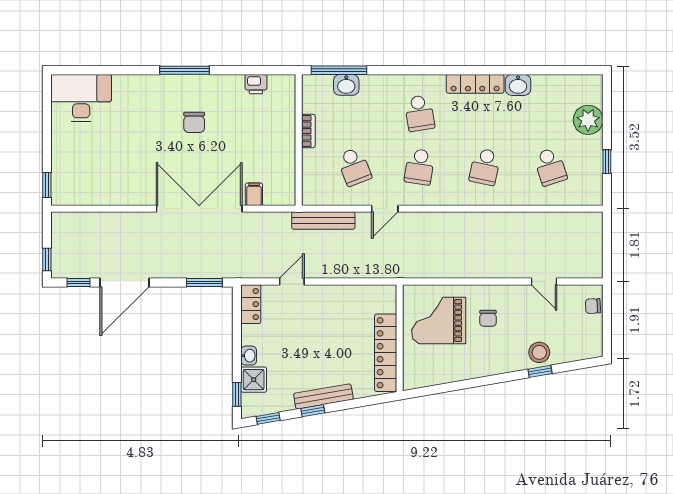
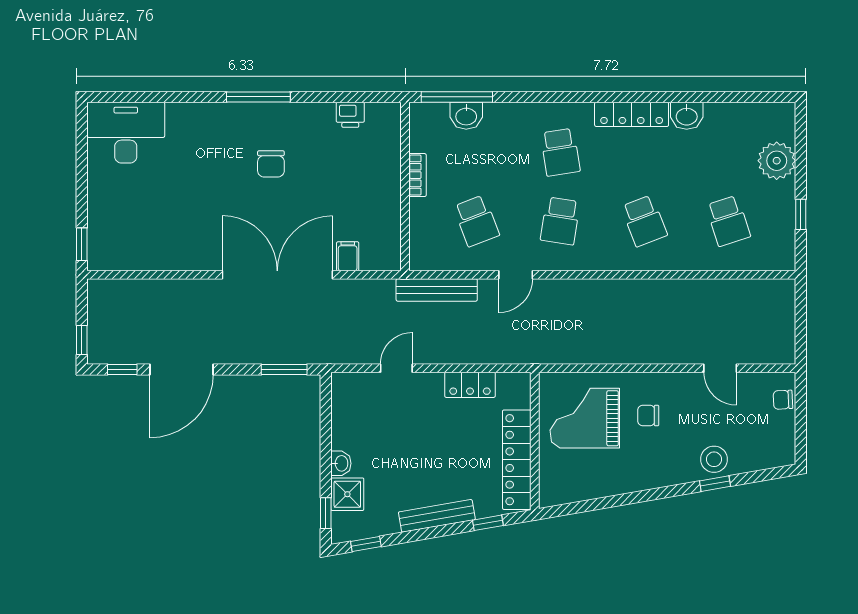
school desk: (485, 167) -> (644, 221), turned -33
locker: (251, 304) -> (470, 385), moved, turned 90
chair: (488, 318) -> (648, 416), turned 90
window: (313, 411) -> (488, 523), moved

